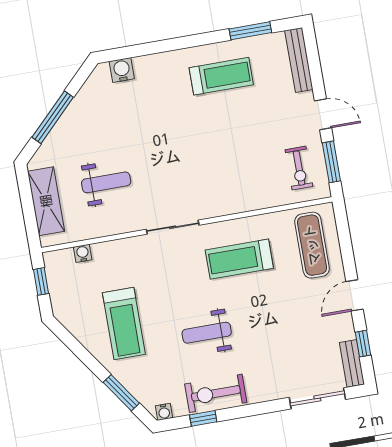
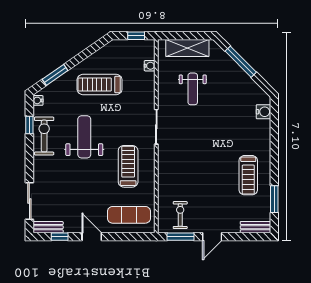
bench: (299, 60) -> (255, 227), width x0.73
exercise bike: (299, 168) -> (180, 215), turned 90
weight bench: (207, 333) -> (84, 137), width x1.36, depth x1.33

